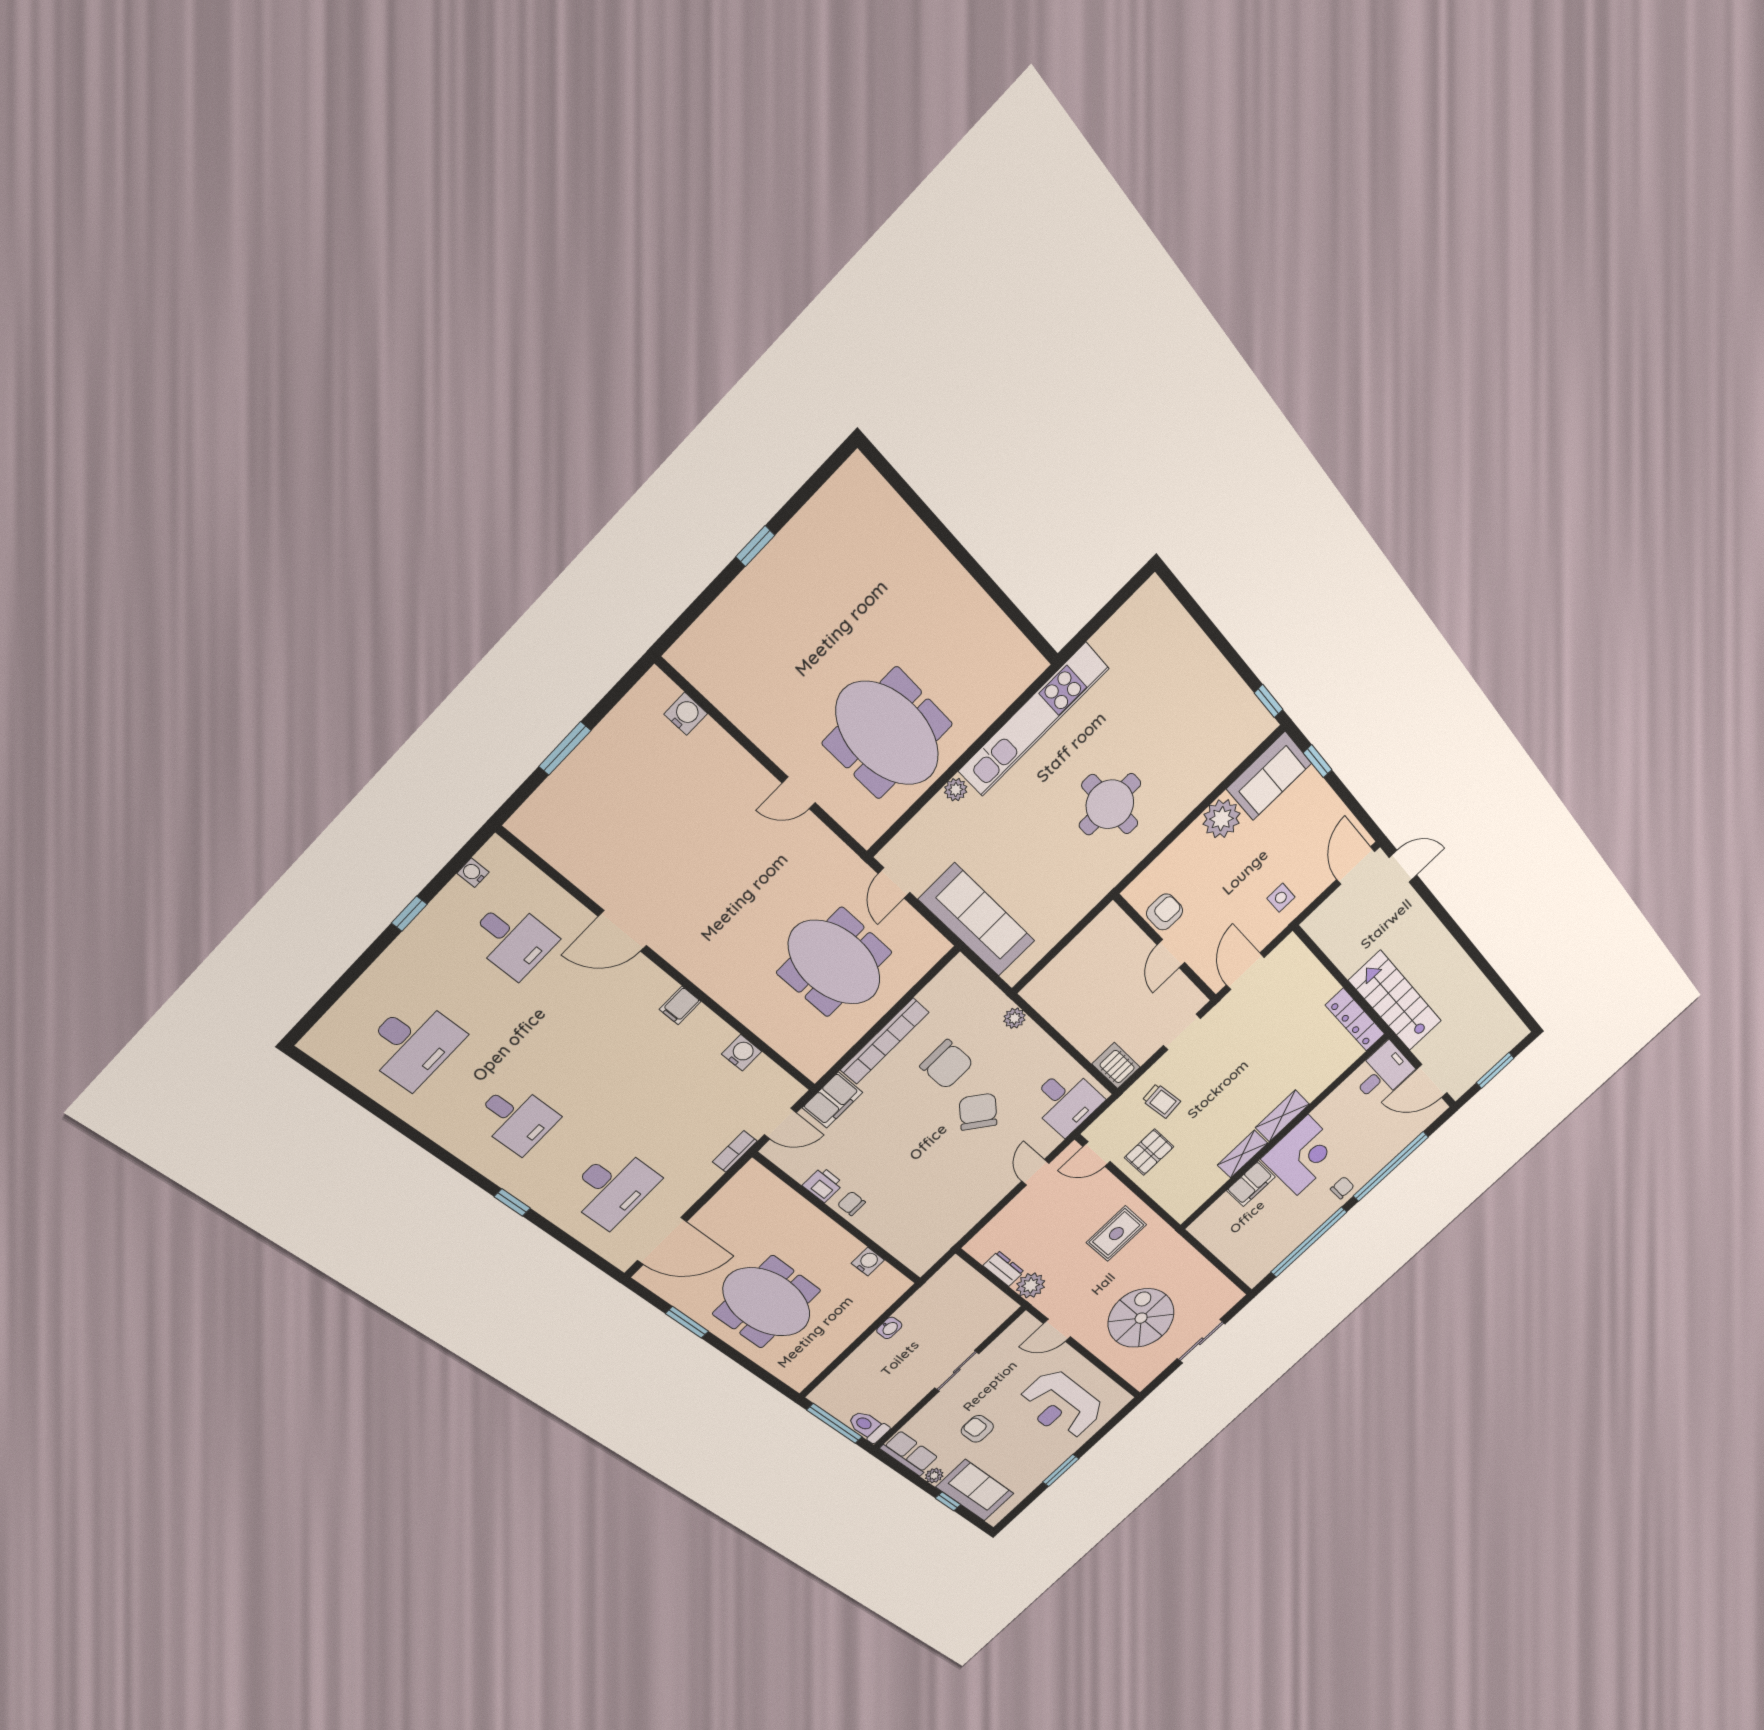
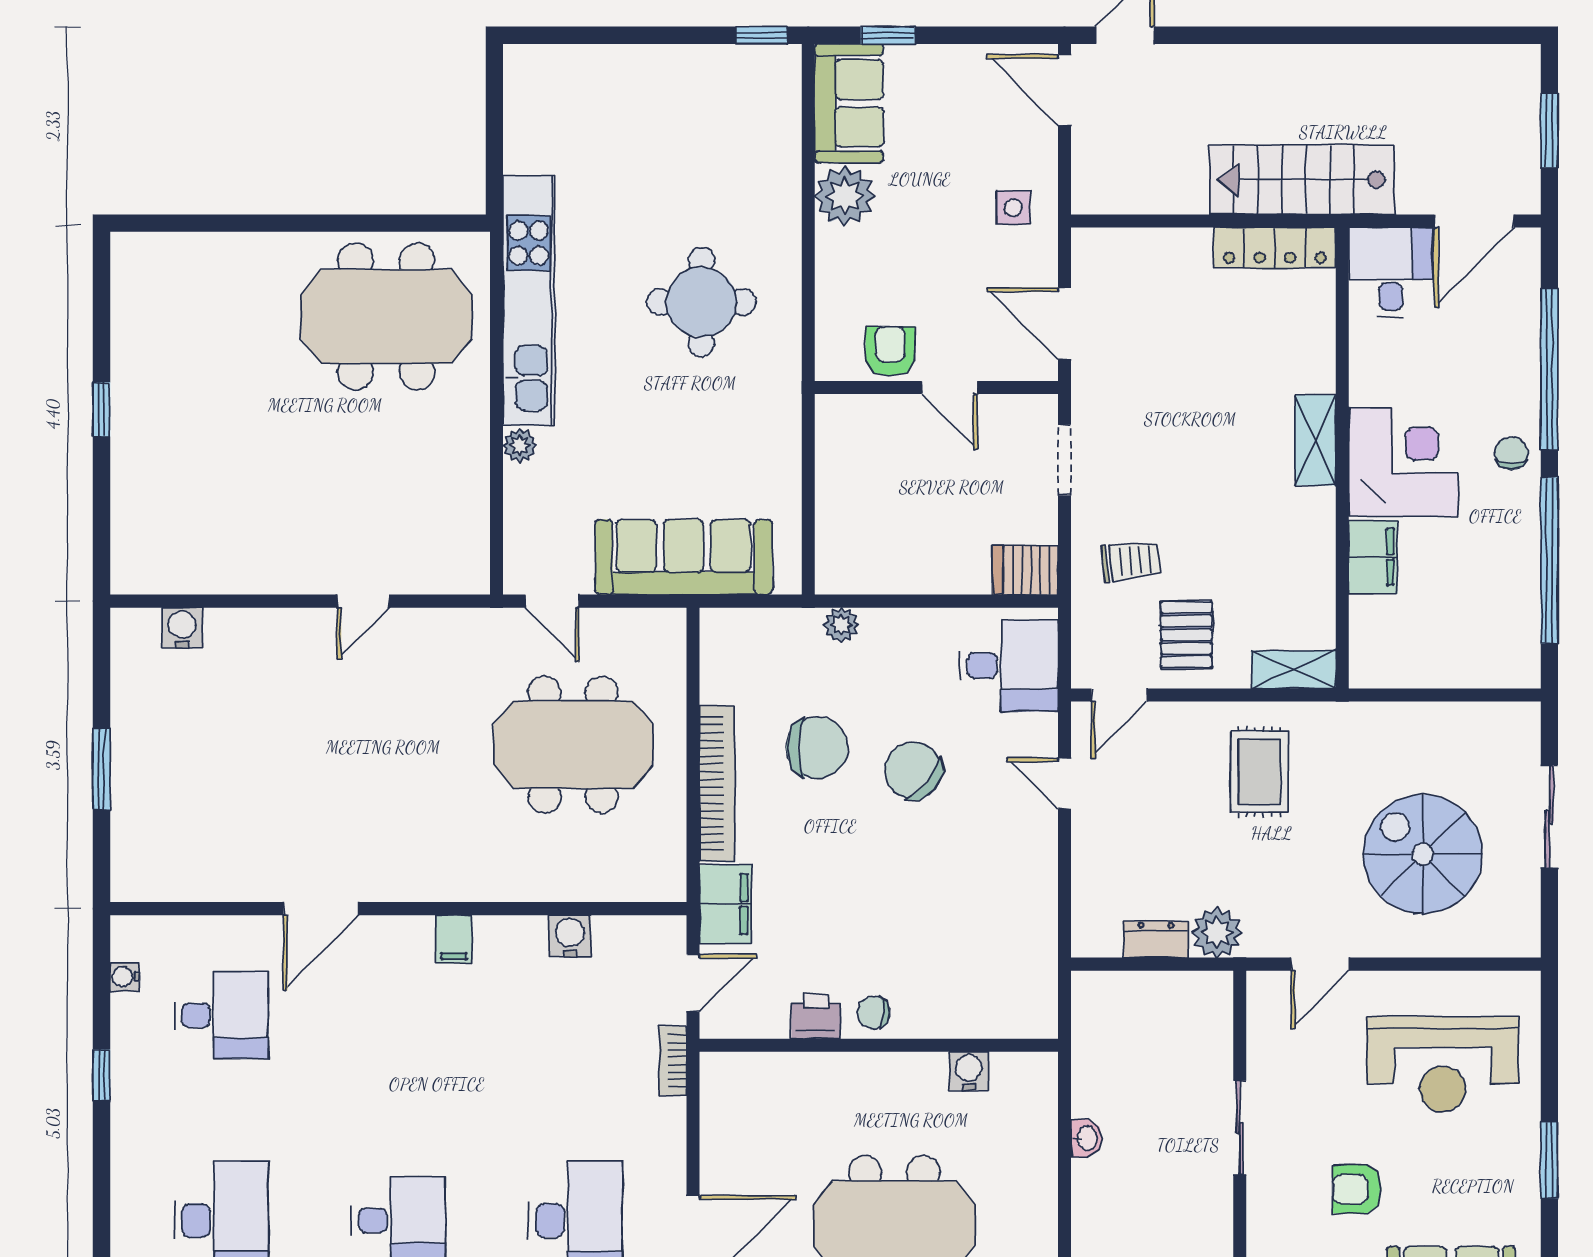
meeting table: (888, 734) -> (386, 316), moved
shelving: (1242, 1154) -> (1293, 670), moved, turned 90

